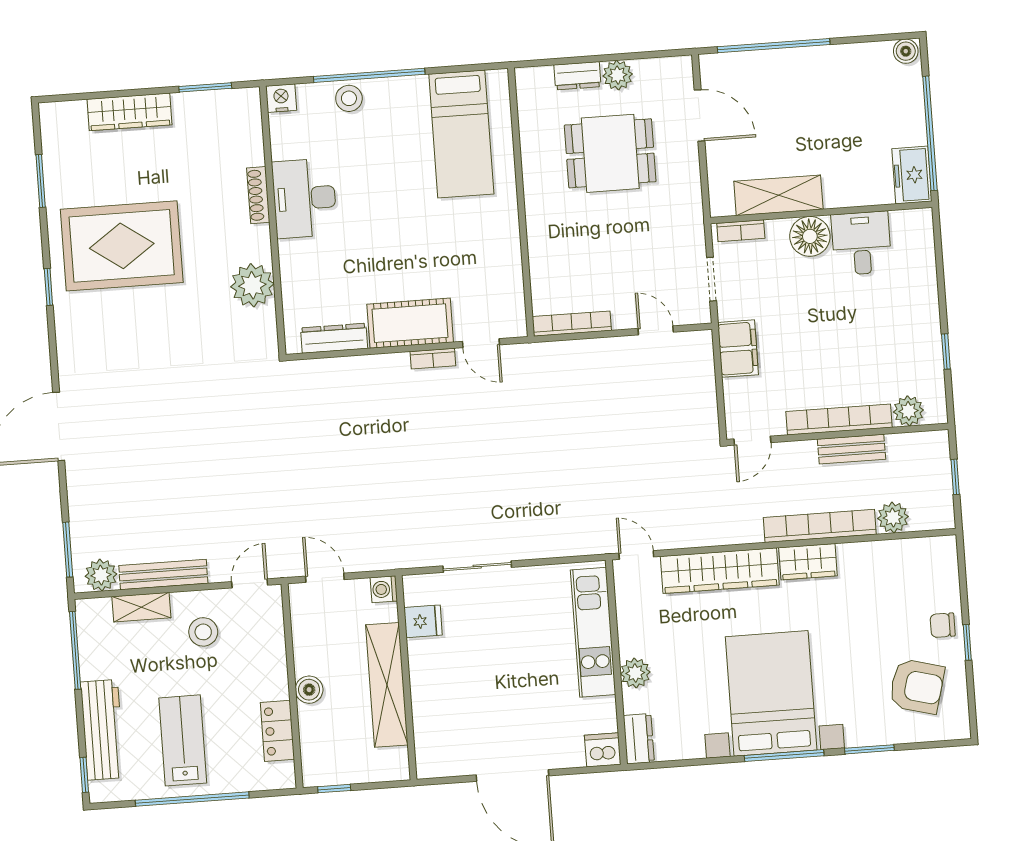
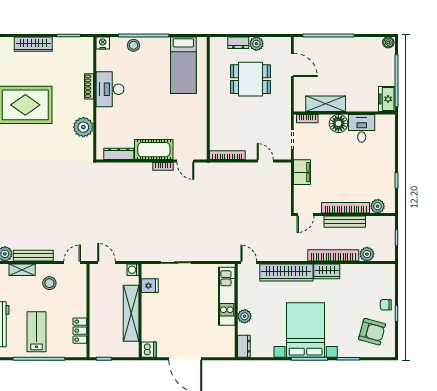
bench: (852, 449) -> (345, 222), width x1.36
boiler: (309, 690) -> (96, 313), removed
dishwasher: (603, 750) -> (149, 350), moved, turned 90

